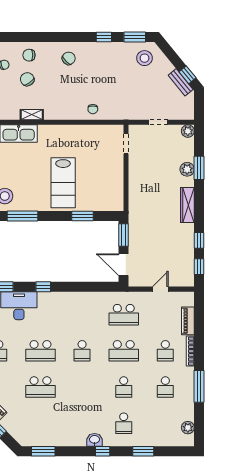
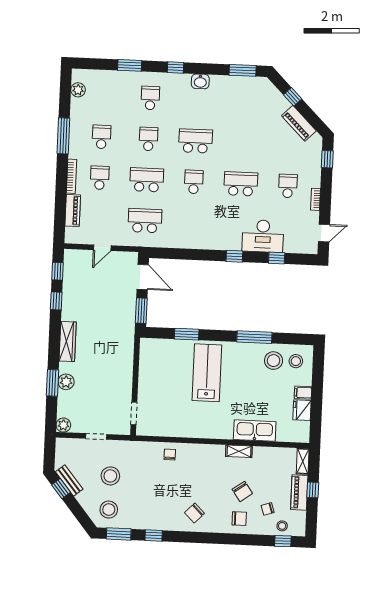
stool: (144, 88) -> (110, 476), added
school desk: (40, 387) -> (196, 141), moved
washbasin: (95, 440) -> (200, 81), moved

